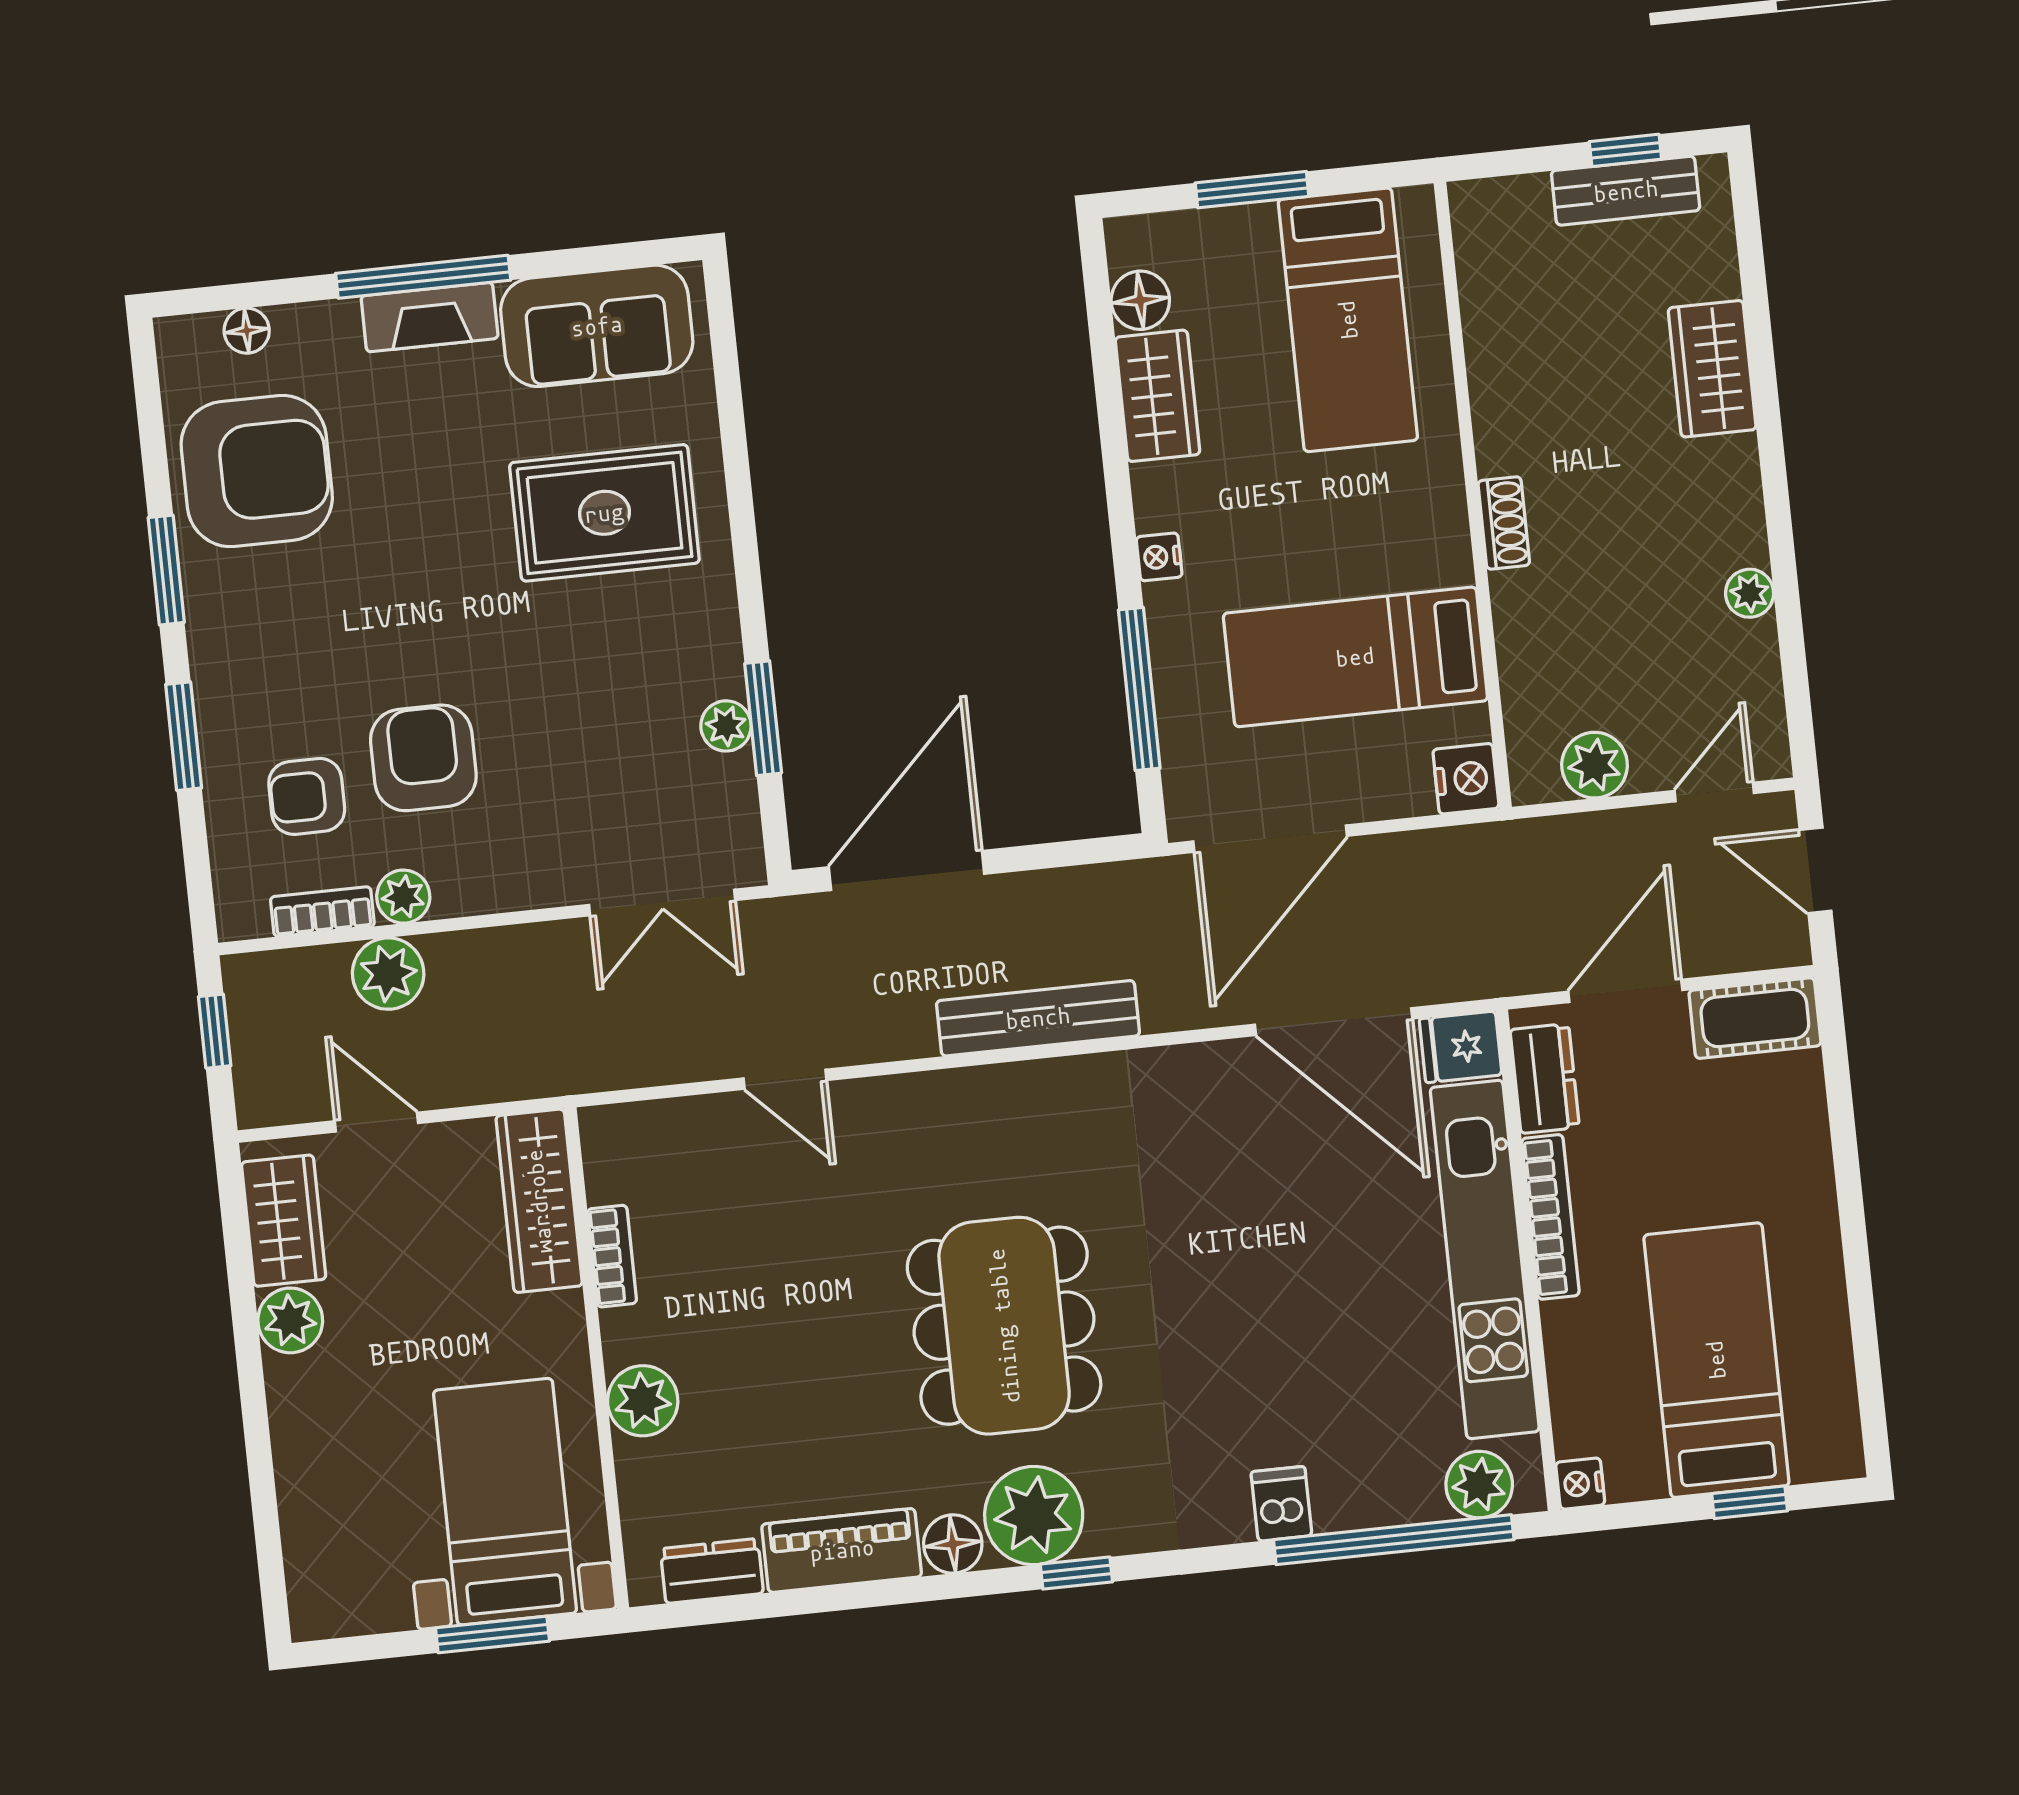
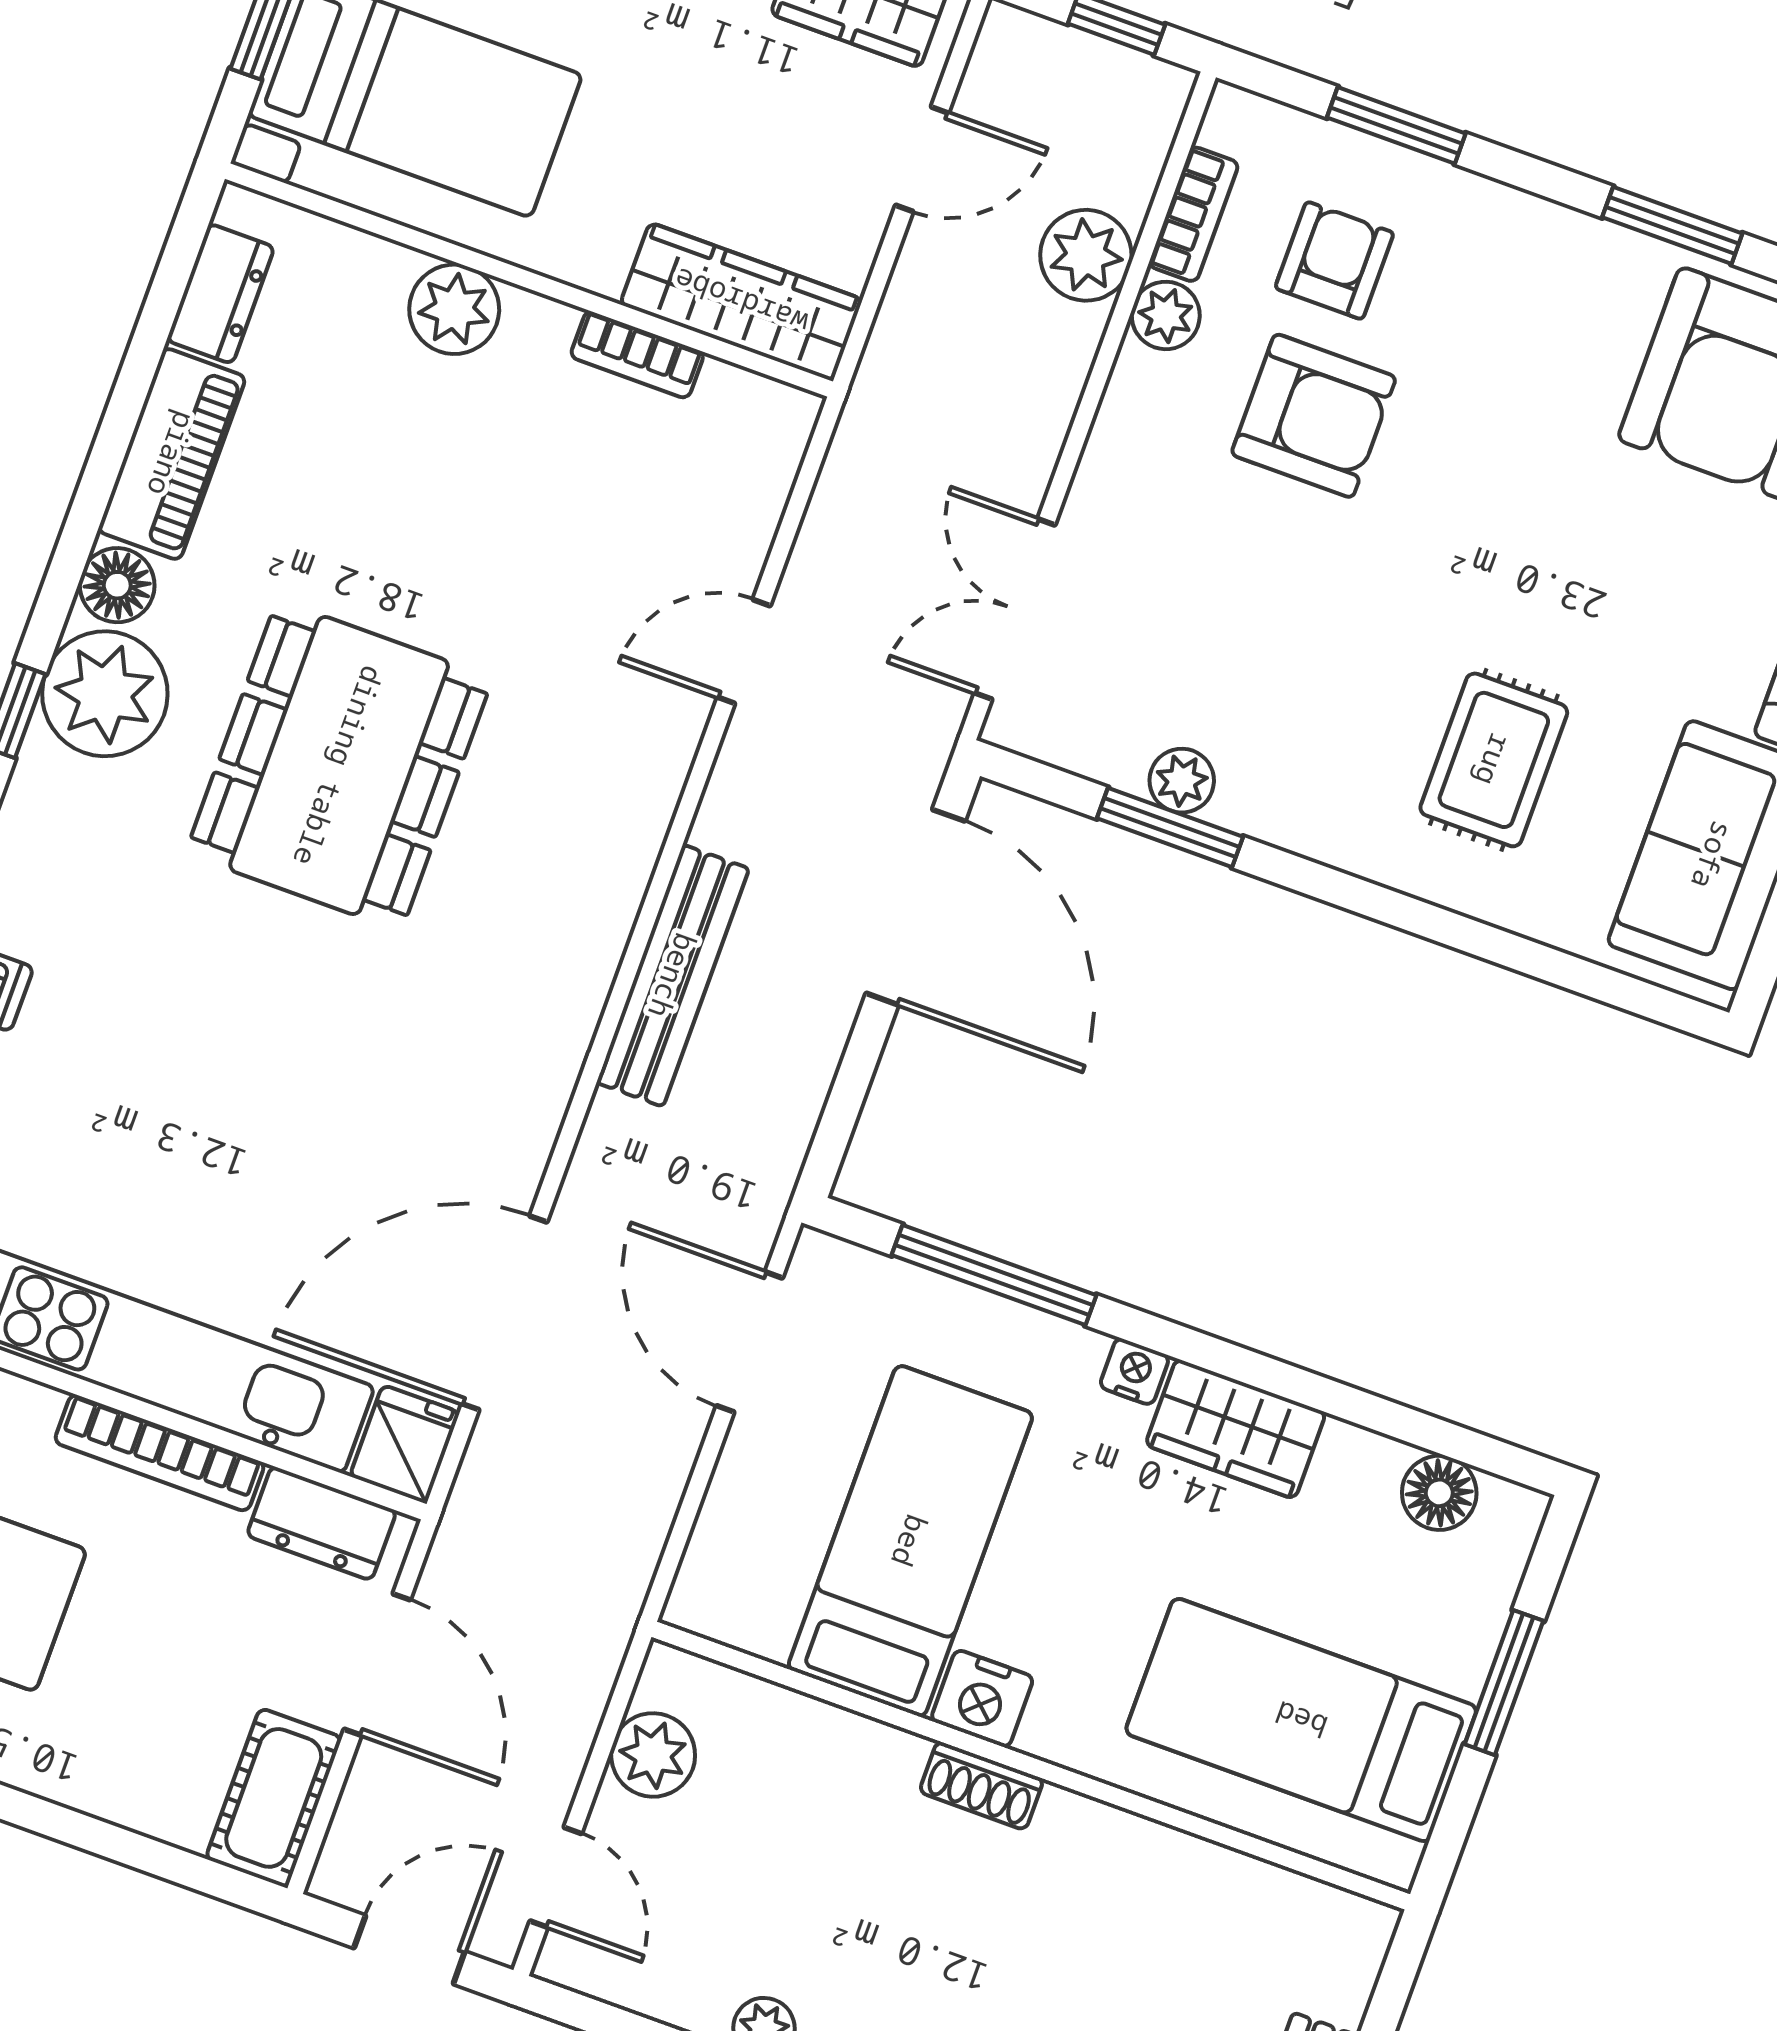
wardrobe: (1158, 396) -> (1236, 1429), moved
rug: (604, 513) -> (1494, 760), width x0.73, depth x0.70
window: (184, 736) -> (1396, 125), moved
nightstand: (1466, 779) -> (982, 1699), moved
door: (1270, 839) -> (750, 1342), width x0.73
dining table: (1004, 1326) -> (339, 766), turned 90

